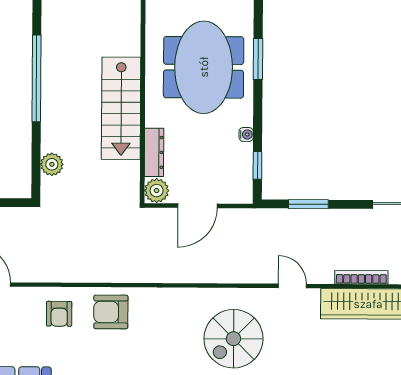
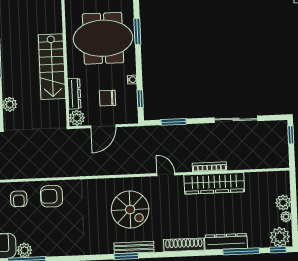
meeting table: (204, 67) -> (103, 38), turned 90
chair: (206, 162) -> (107, 98), added
spiral stairs: (233, 339) -> (130, 209), turned -90

